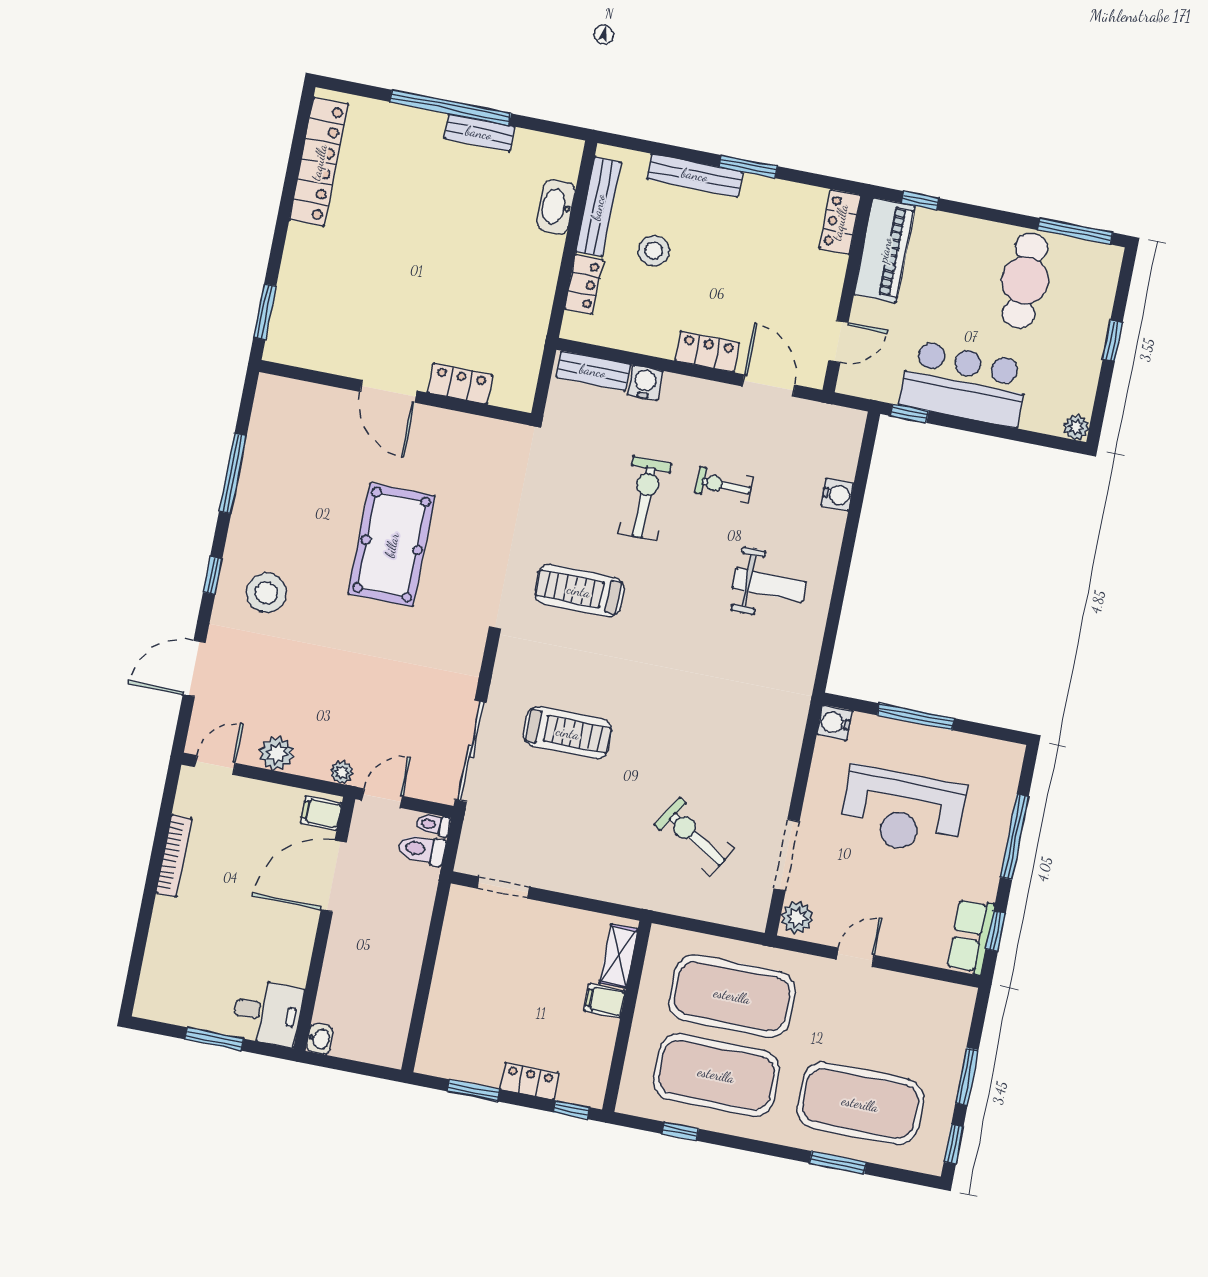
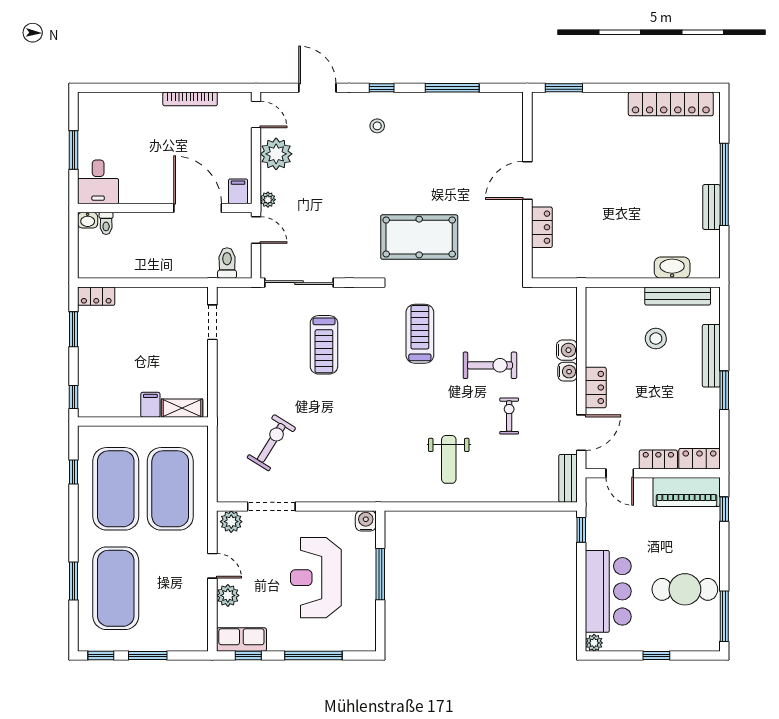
locker: (584, 284) -> (658, 460), moved, turned 180
bench: (593, 371) -> (568, 478), moved
bar counter: (964, 384) -> (608, 591), moved
water cooler: (837, 495) -> (568, 372), moved, turned -90
pool table: (392, 545) -> (419, 237), moved
stool: (266, 593) -> (377, 126), width x0.53, depth x0.53
plant: (277, 753) -> (276, 154), width x1.36, depth x1.36
toilet: (433, 825) -> (106, 223), moved, turned 180
plant: (903, 944) -> (228, 595), added
locker: (529, 1081) -> (96, 296), moved, turned 90

